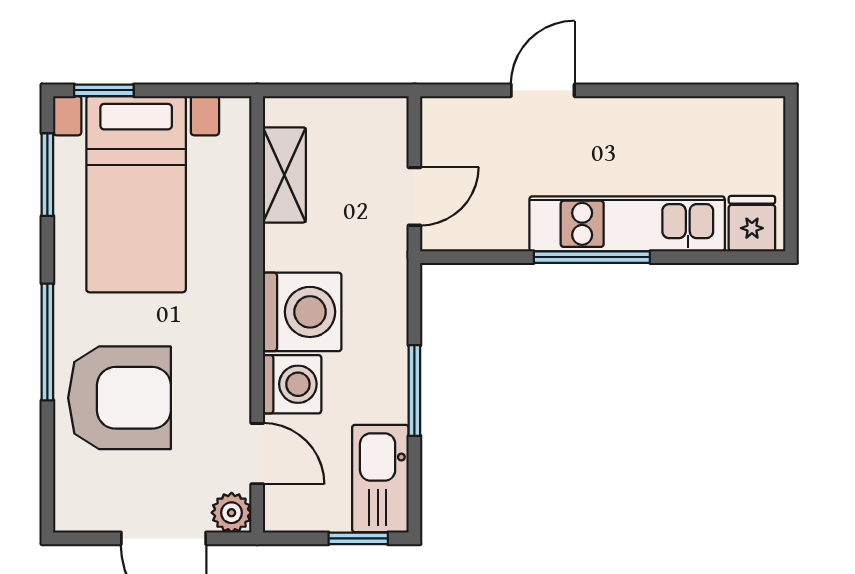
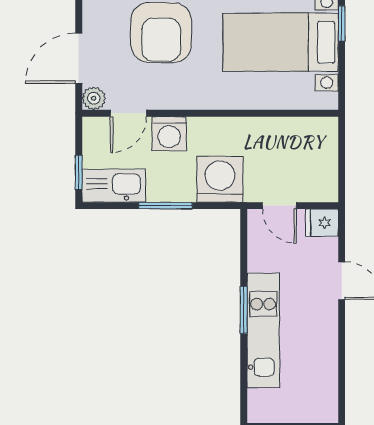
shelving: (284, 175) -> (292, 129), removed
fridge: (752, 224) -> (322, 223), moved, turned 180
window: (592, 257) -> (244, 310), width x0.69
washing machine: (302, 312) -> (220, 179), moved, turned 180

